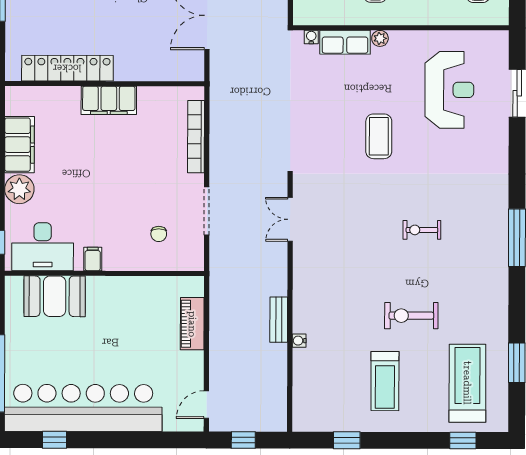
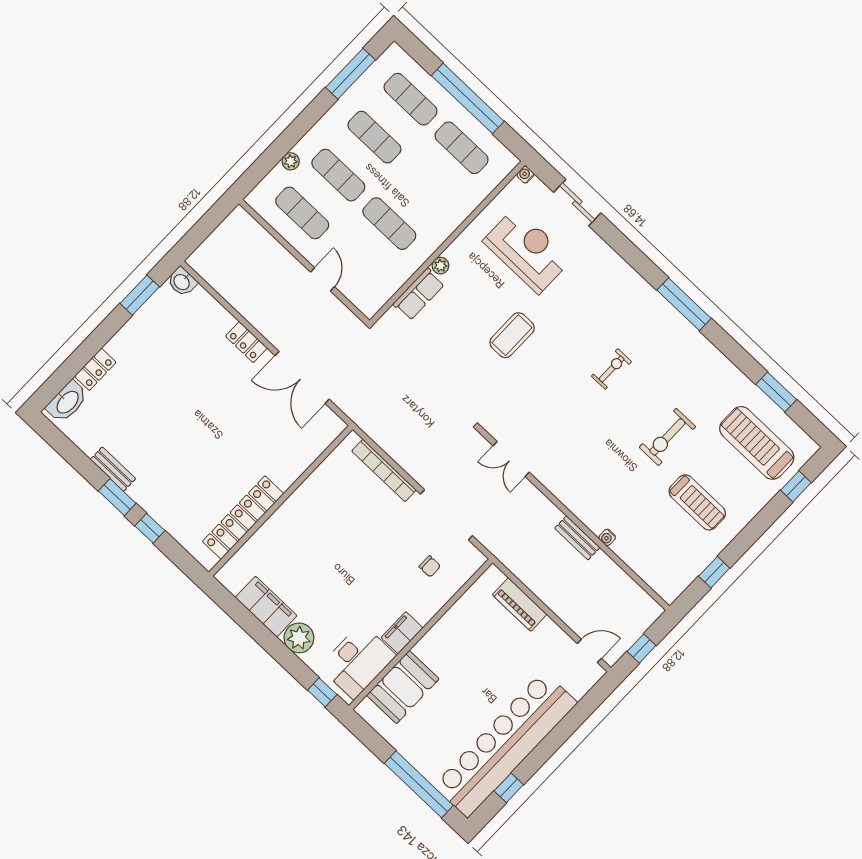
water cooler: (311, 37) -> (525, 175), moved
filing cabinet: (109, 100) -> (296, 510), removed
coffee table: (379, 136) -> (512, 335), turned 90
doorway: (207, 211) -> (446, 515), width x1.36
exercise bike: (422, 230) -> (612, 369), turned 180
filing cabinet: (93, 259) -> (402, 633), width x2.00
door: (206, 405) -> (589, 651), swing flipped

